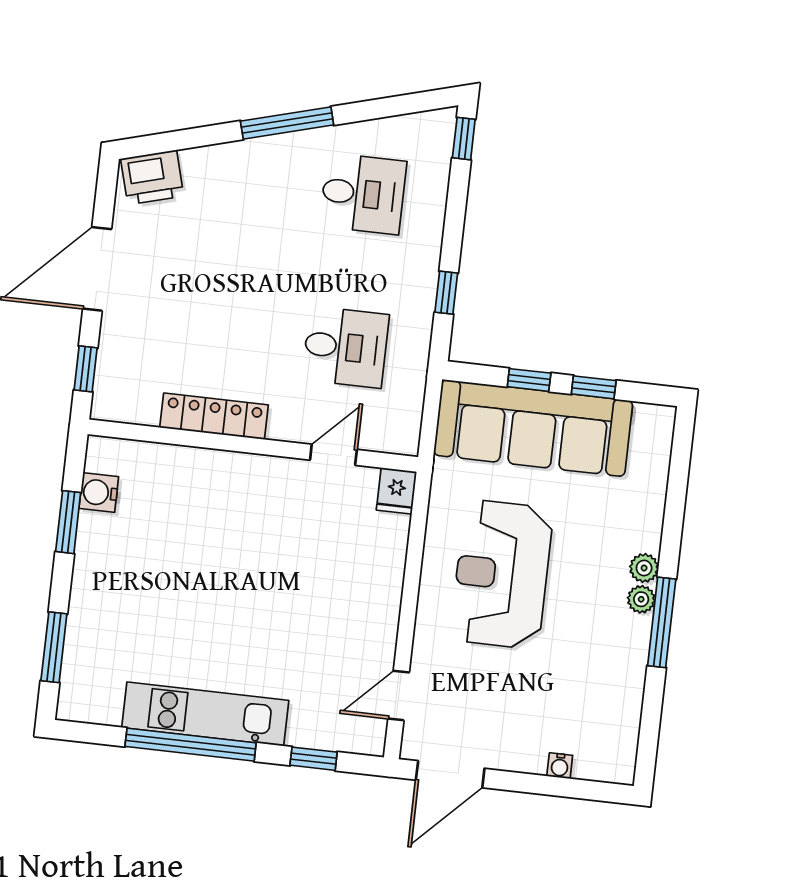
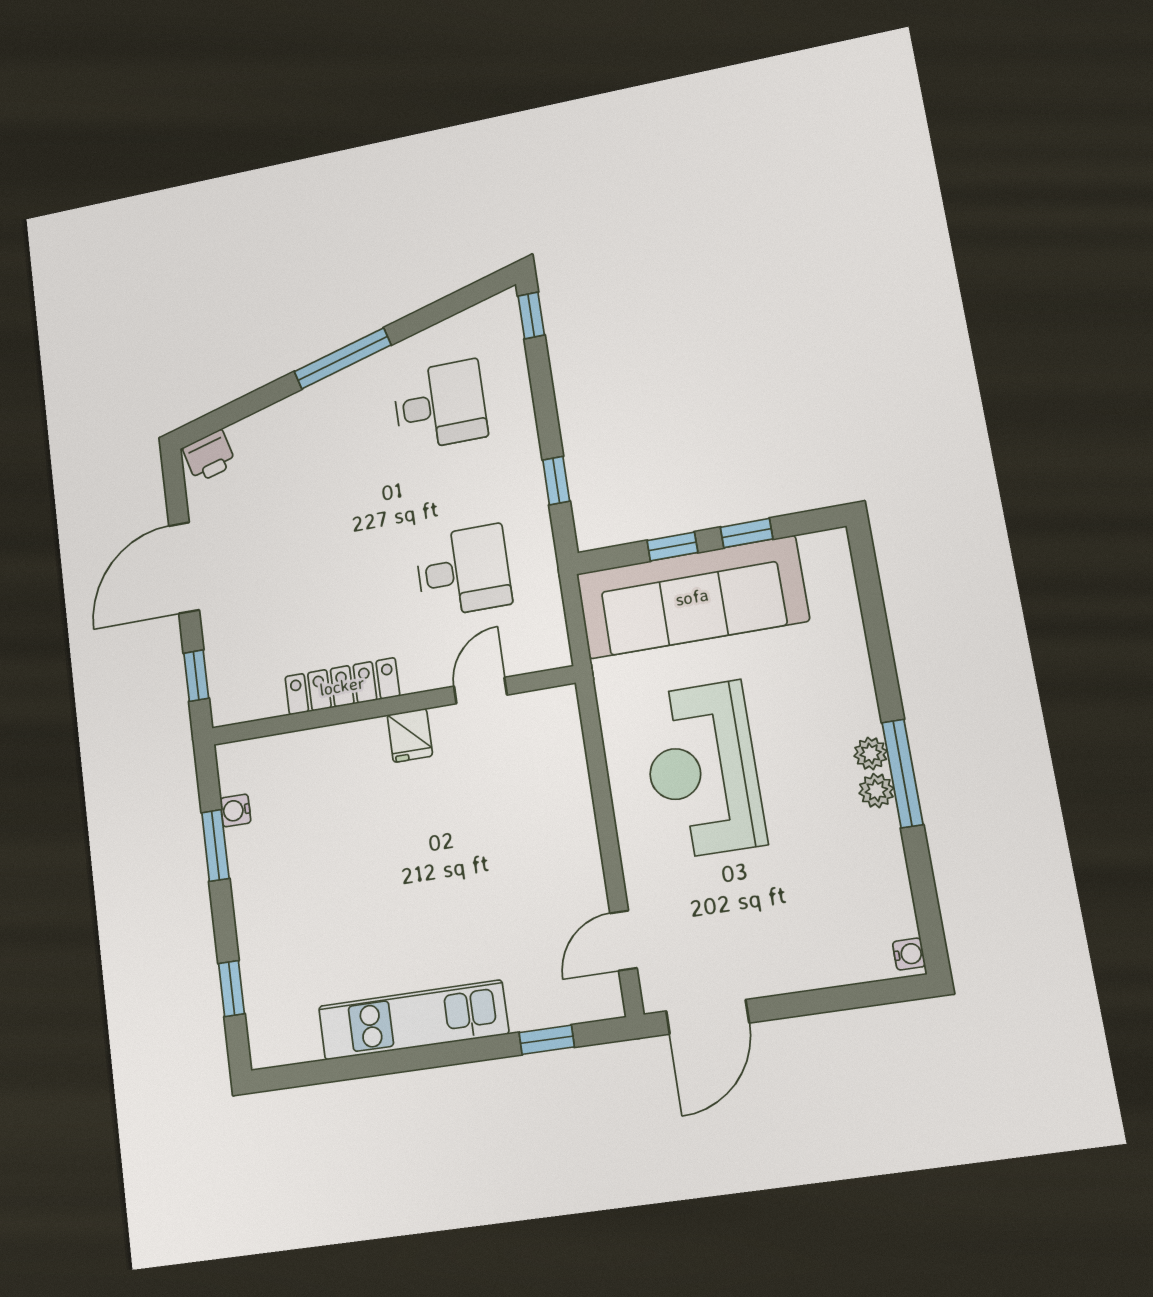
printer: (152, 177) -> (209, 456), width x0.73, depth x0.81
fridge: (396, 491) -> (410, 735), moved
water cooler: (99, 493) -> (236, 810), width x0.72, depth x0.72
plant: (644, 568) -> (876, 791), moved
window: (54, 647) -> (232, 988), width x0.67
window: (191, 745) -> (405, 1060), removed
water cooler: (560, 766) -> (909, 954), moved, turned -90

